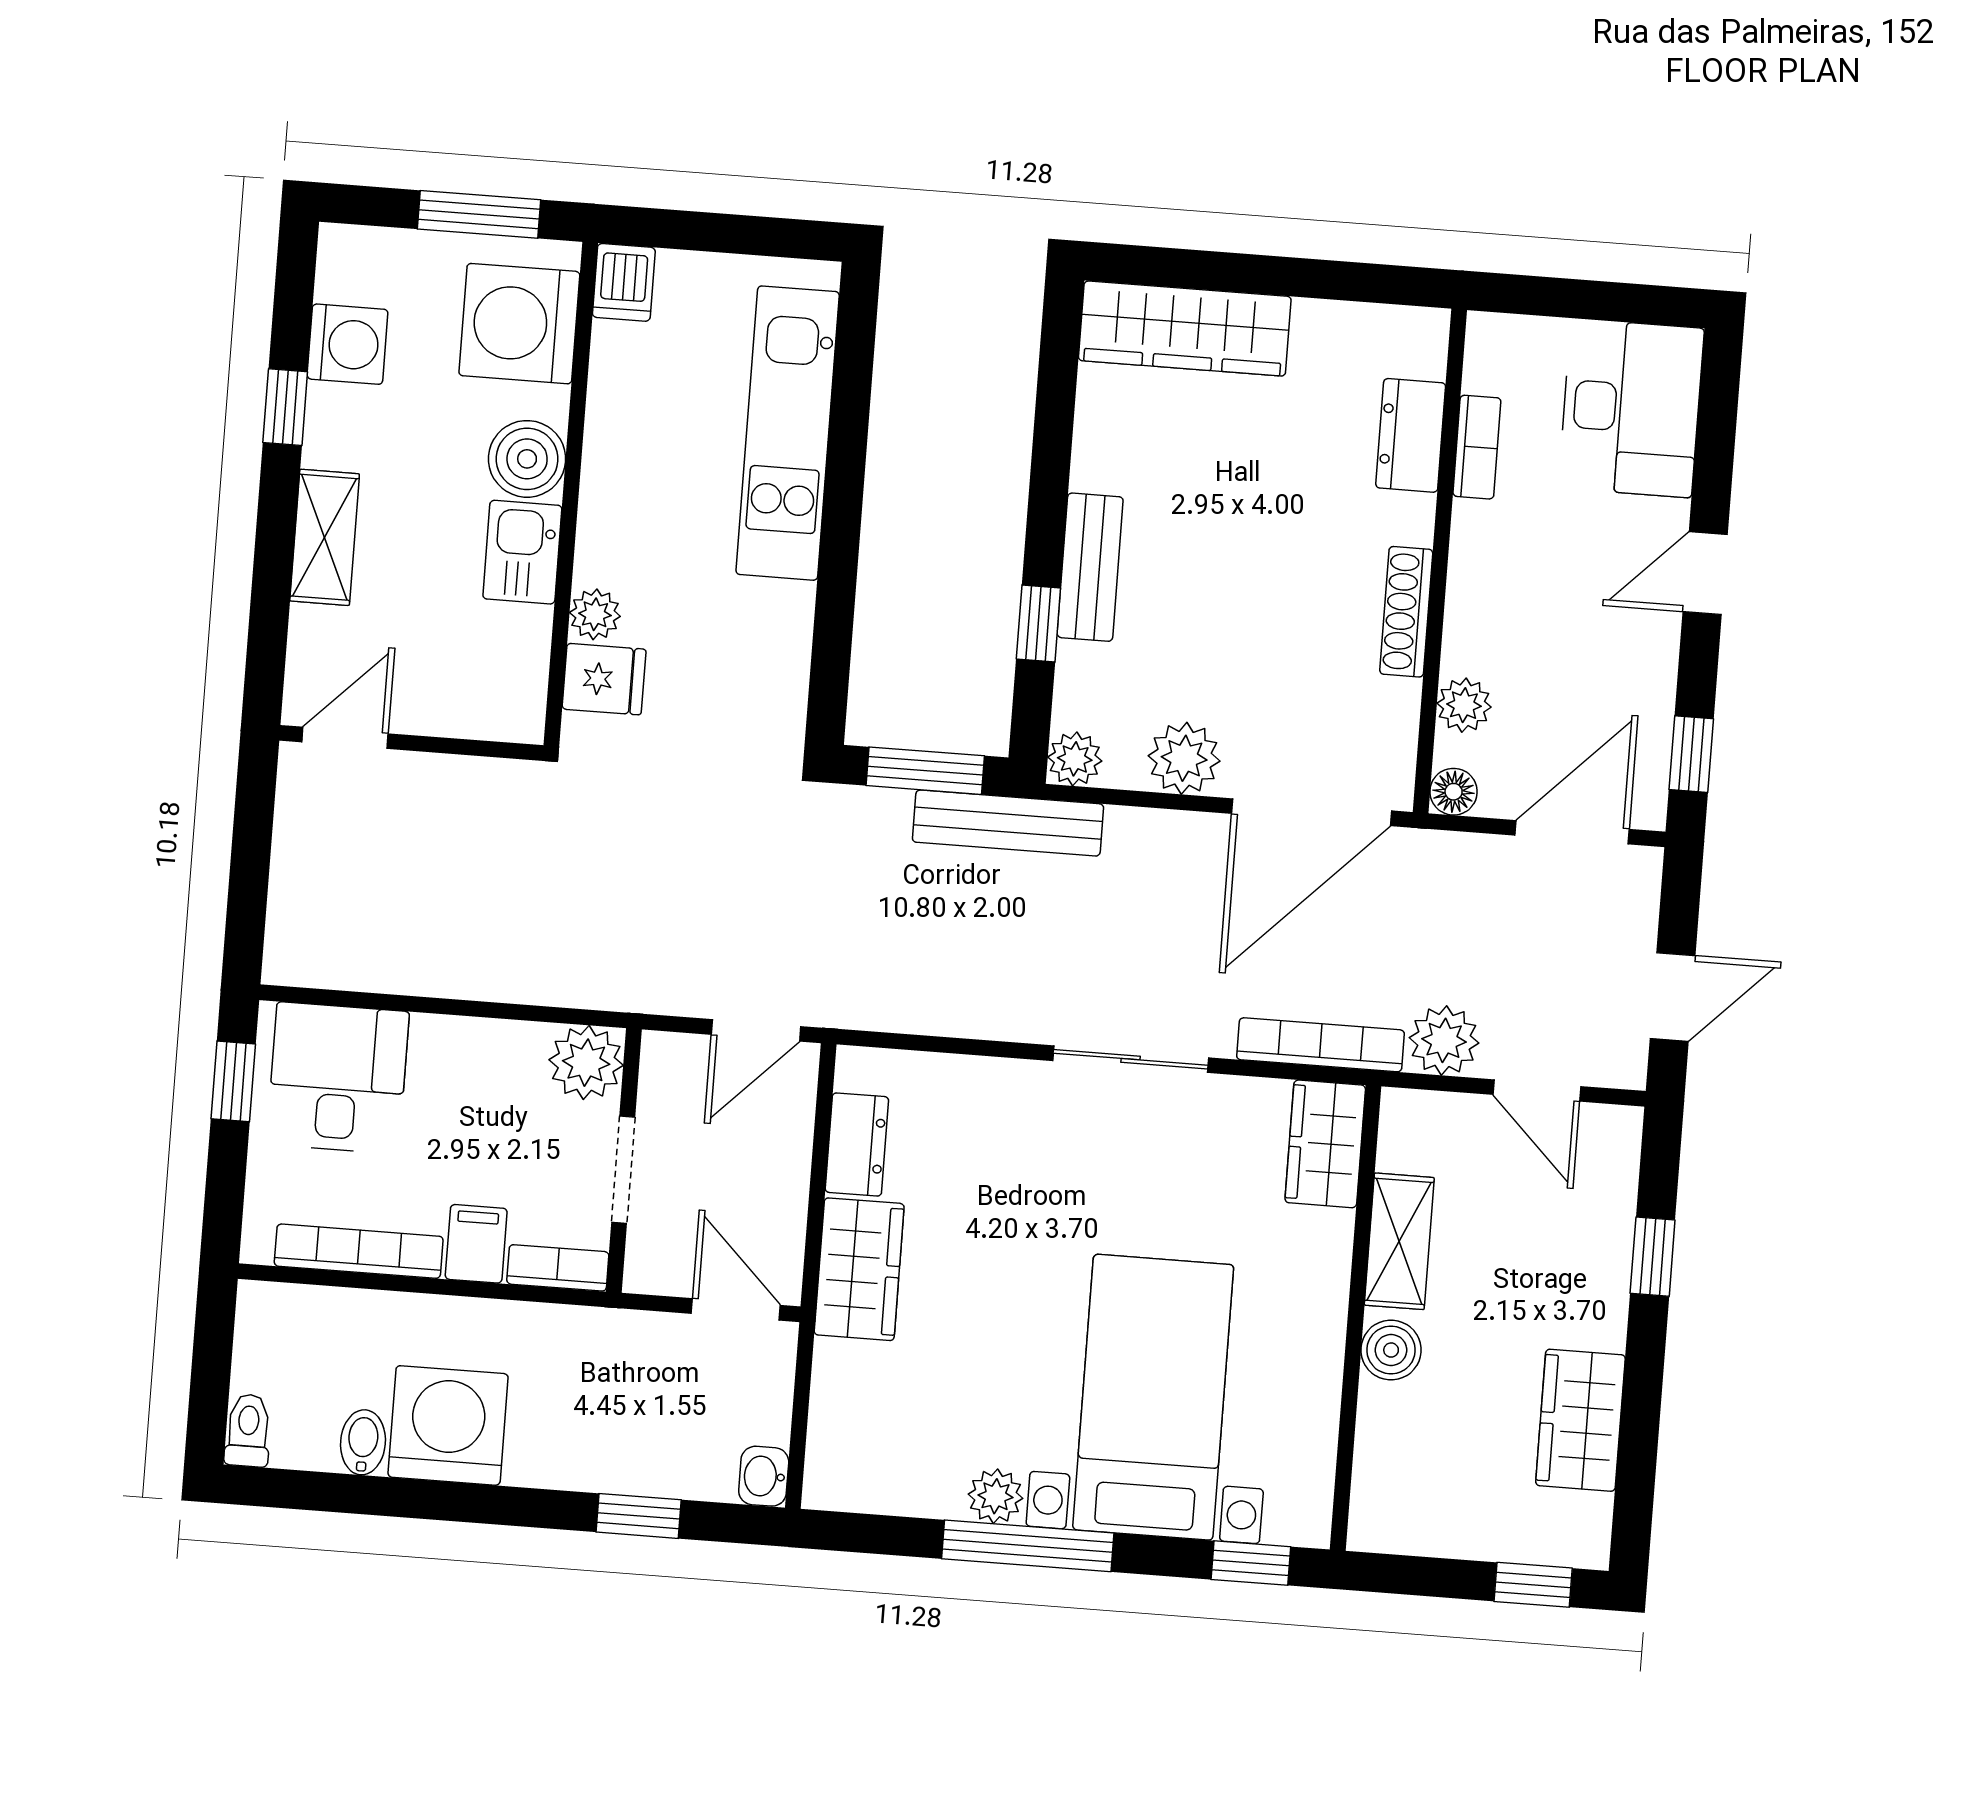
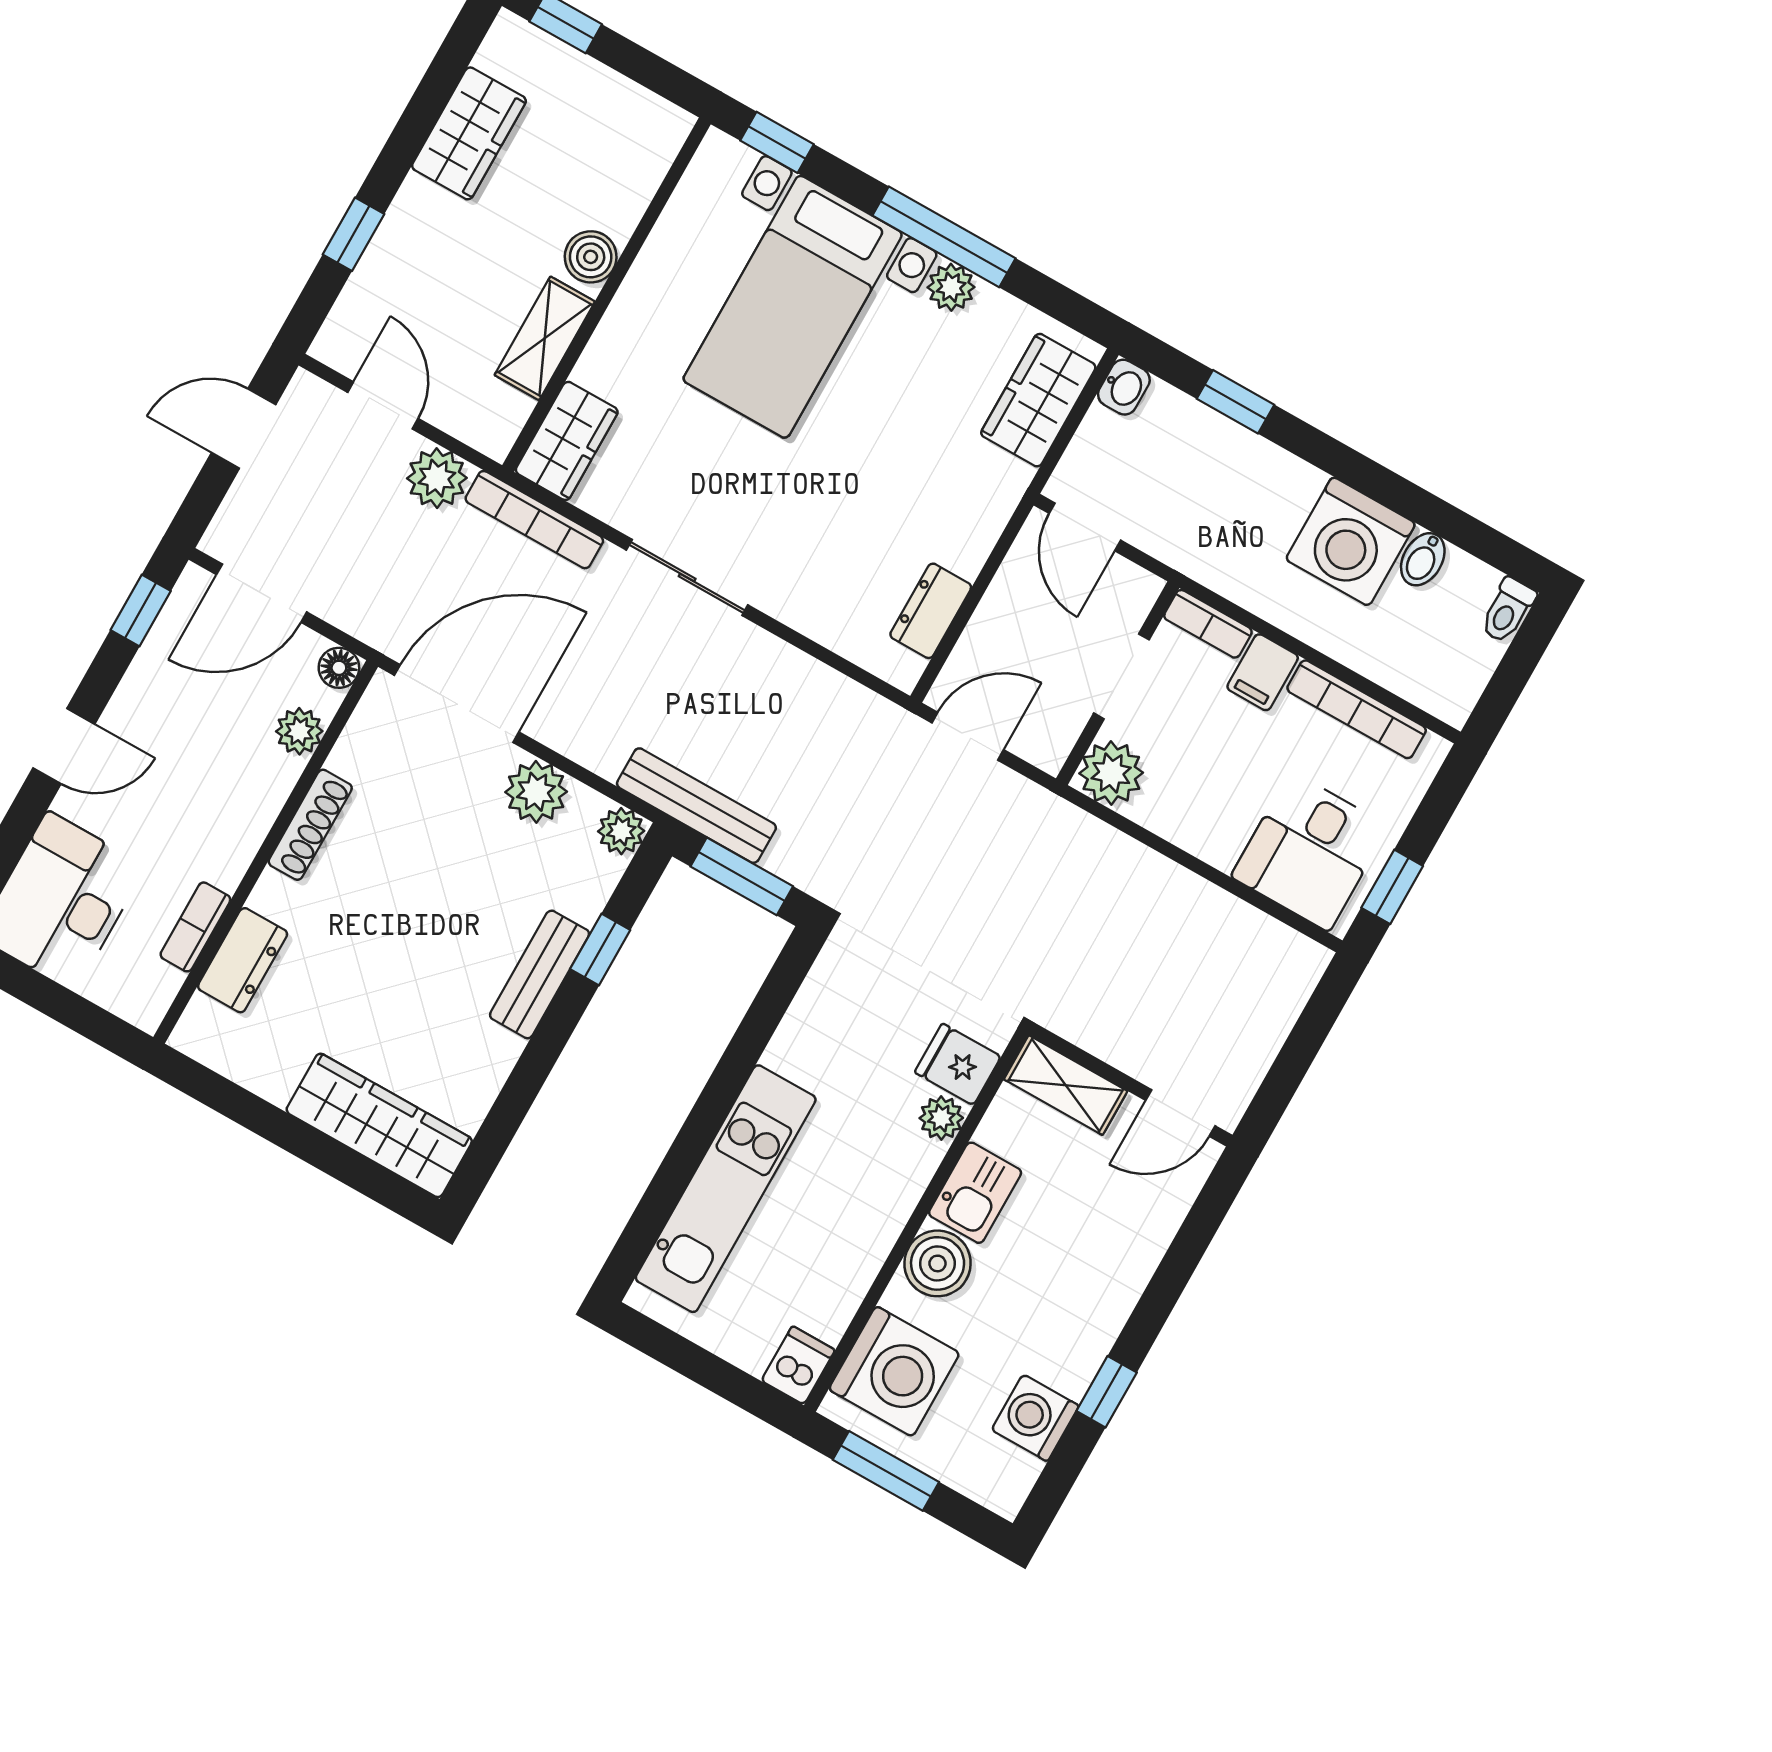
shelving: (325, 537) -> (1066, 1085), moved, turned 90
wardrobe: (859, 1269) -> (1038, 400), moved

